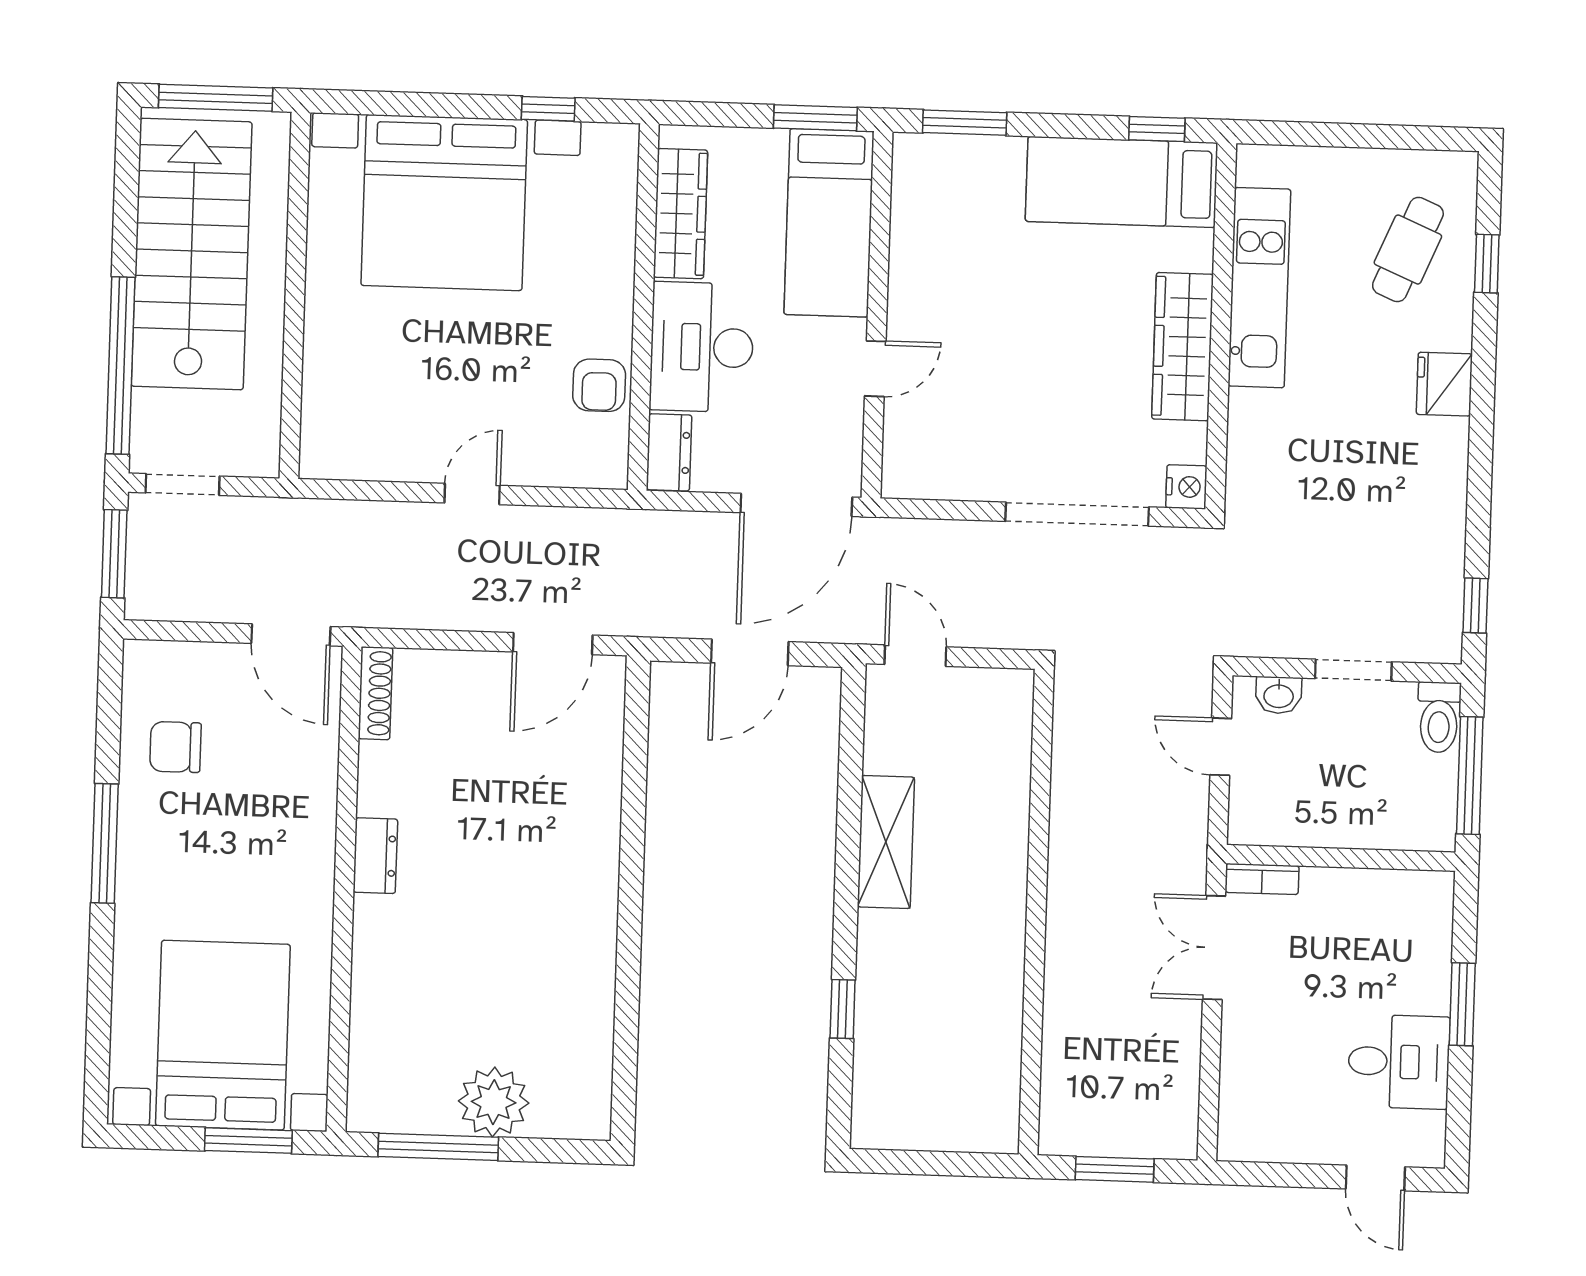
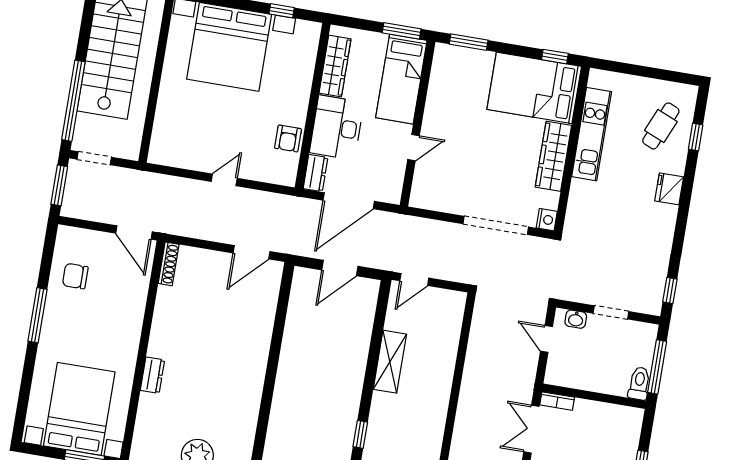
bed: (1122, 182) -> (534, 88), width x1.50
door: (796, 505) -> (349, 201), moved
door: (915, 656) -> (414, 279), swing flipped
toilet: (1439, 717) -> (639, 383), moved, turned 180
dresser: (375, 856) -> (152, 375), moved

